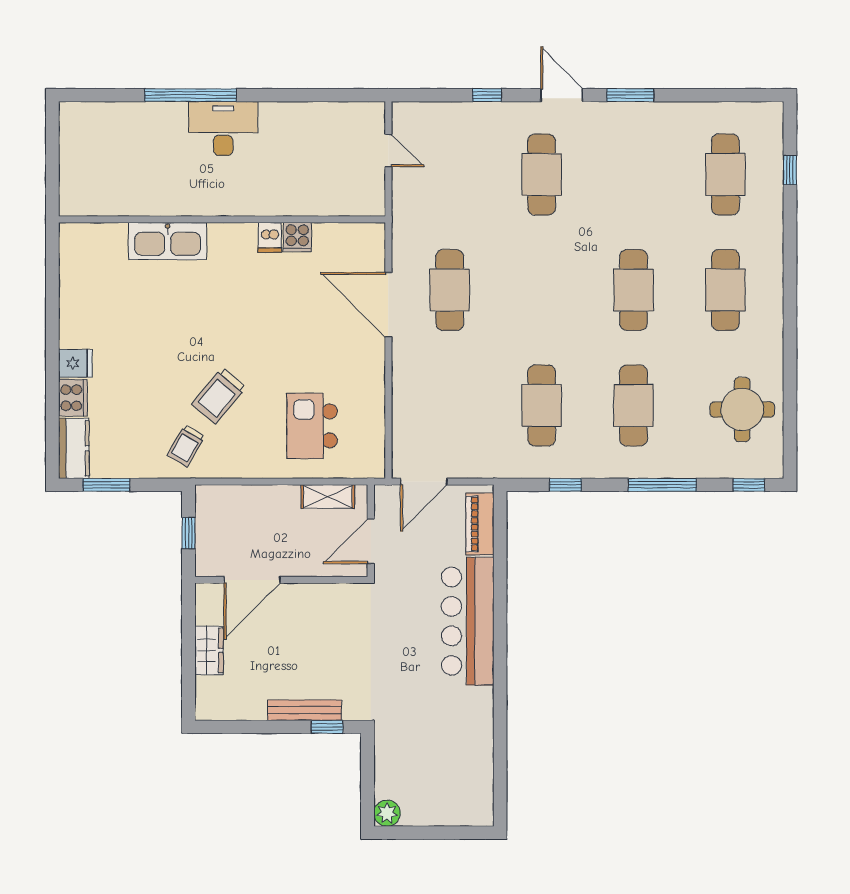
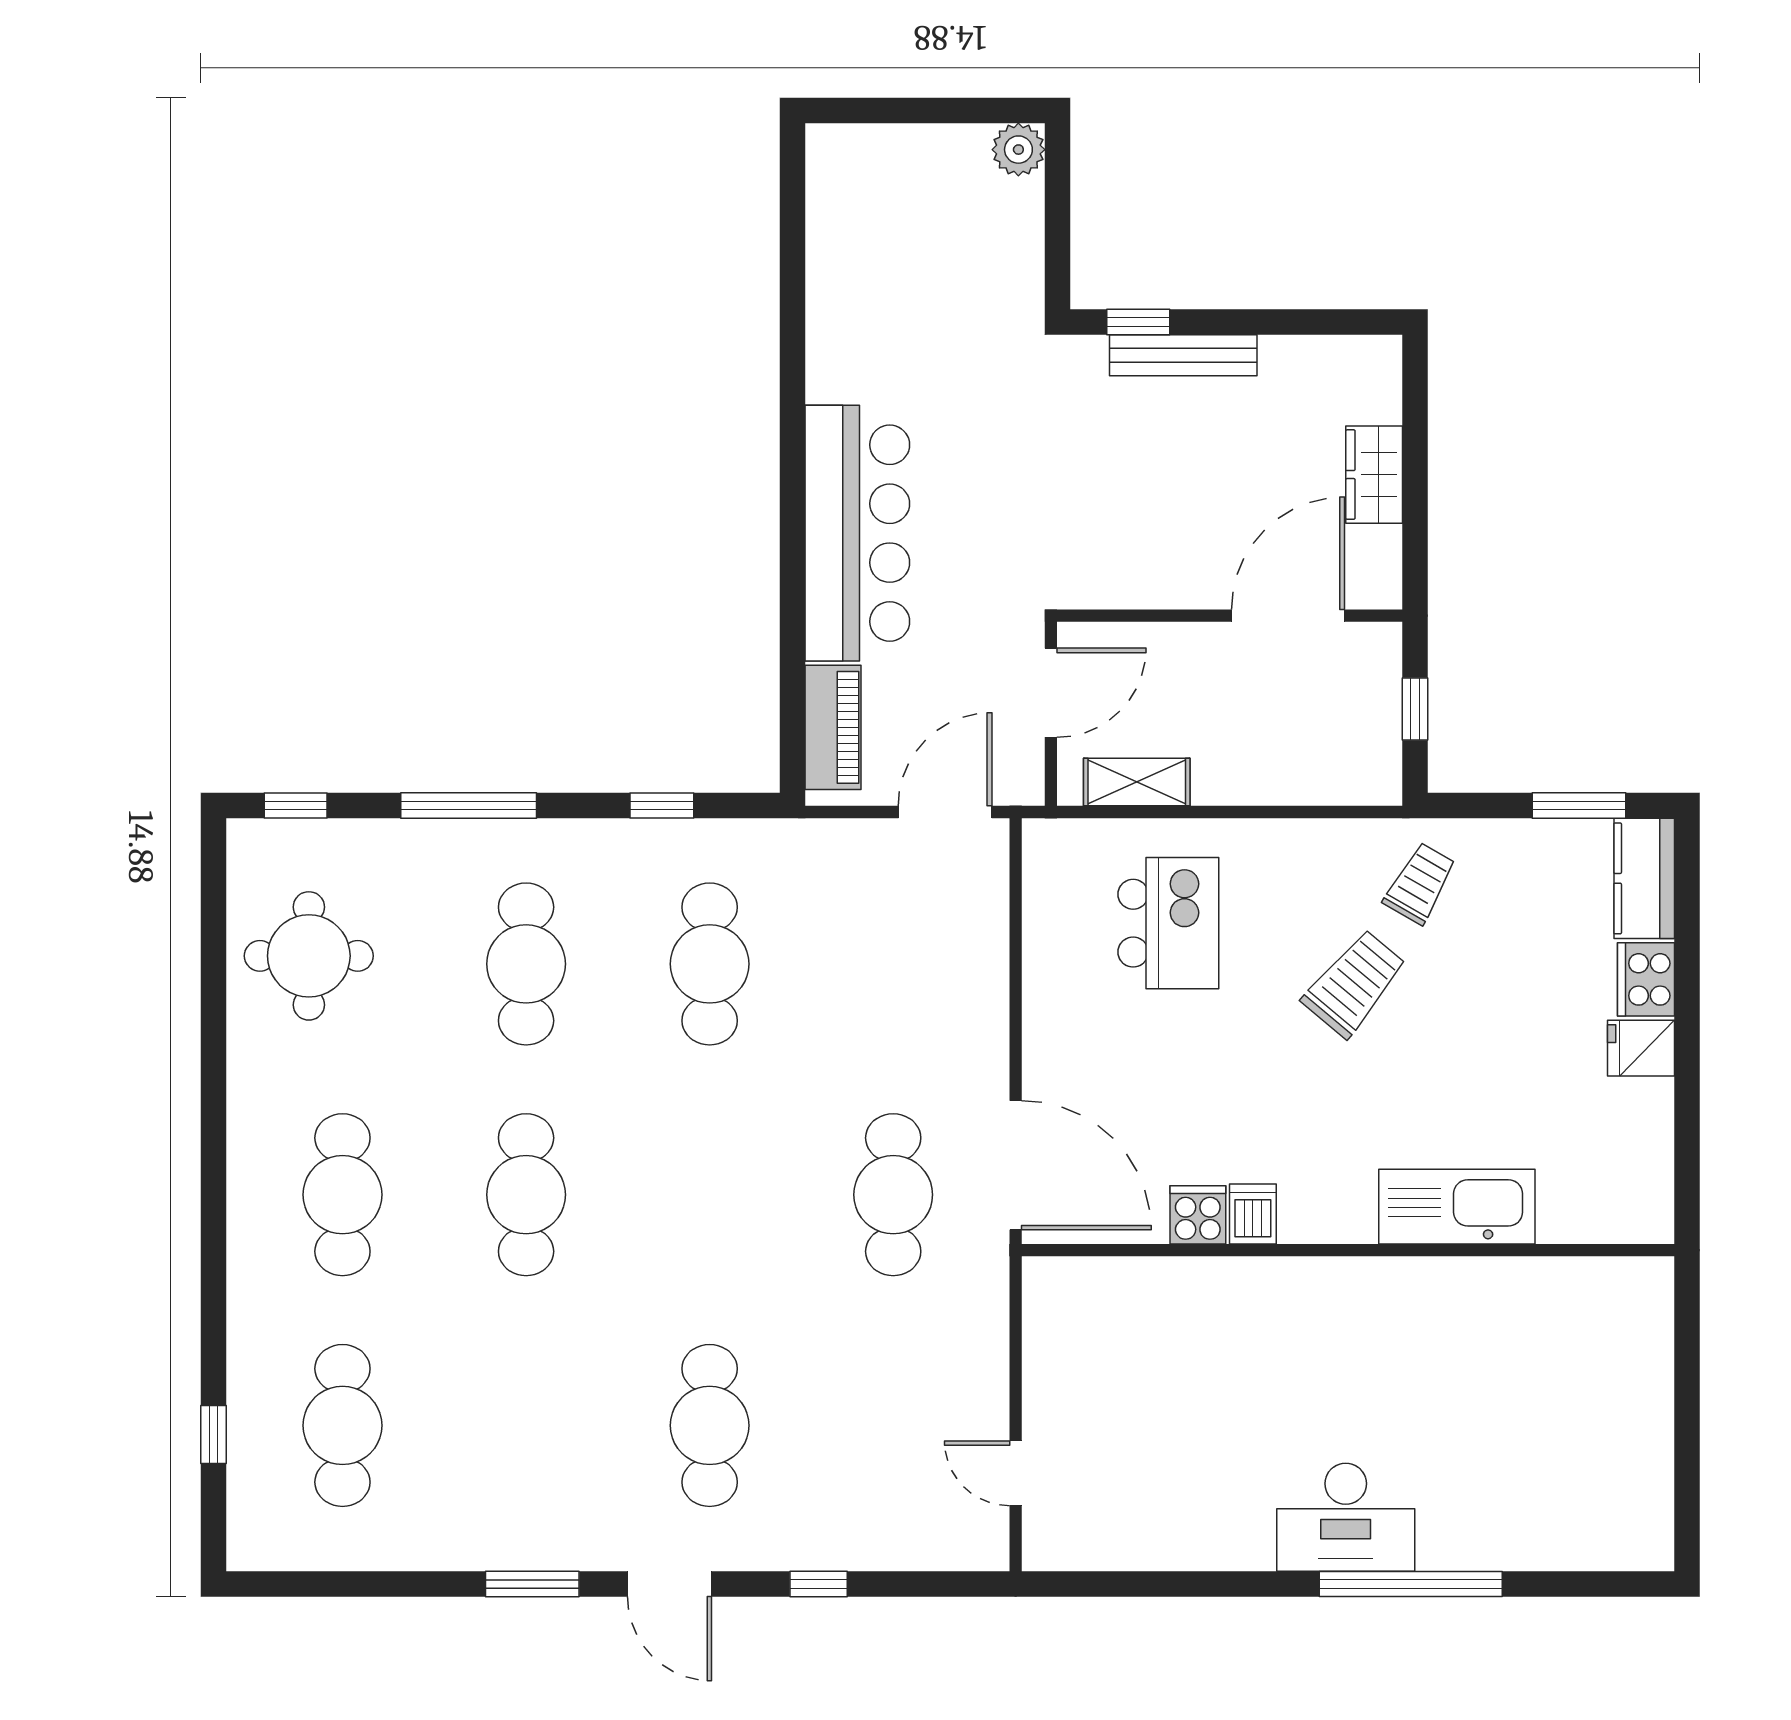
wall: (222, 219) -> (1348, 1250), moved
dishwasher: (270, 237) -> (1253, 1214), moved
cooker: (297, 237) -> (1198, 1215), moved
kitchen sink: (168, 241) -> (1457, 1207), moved

